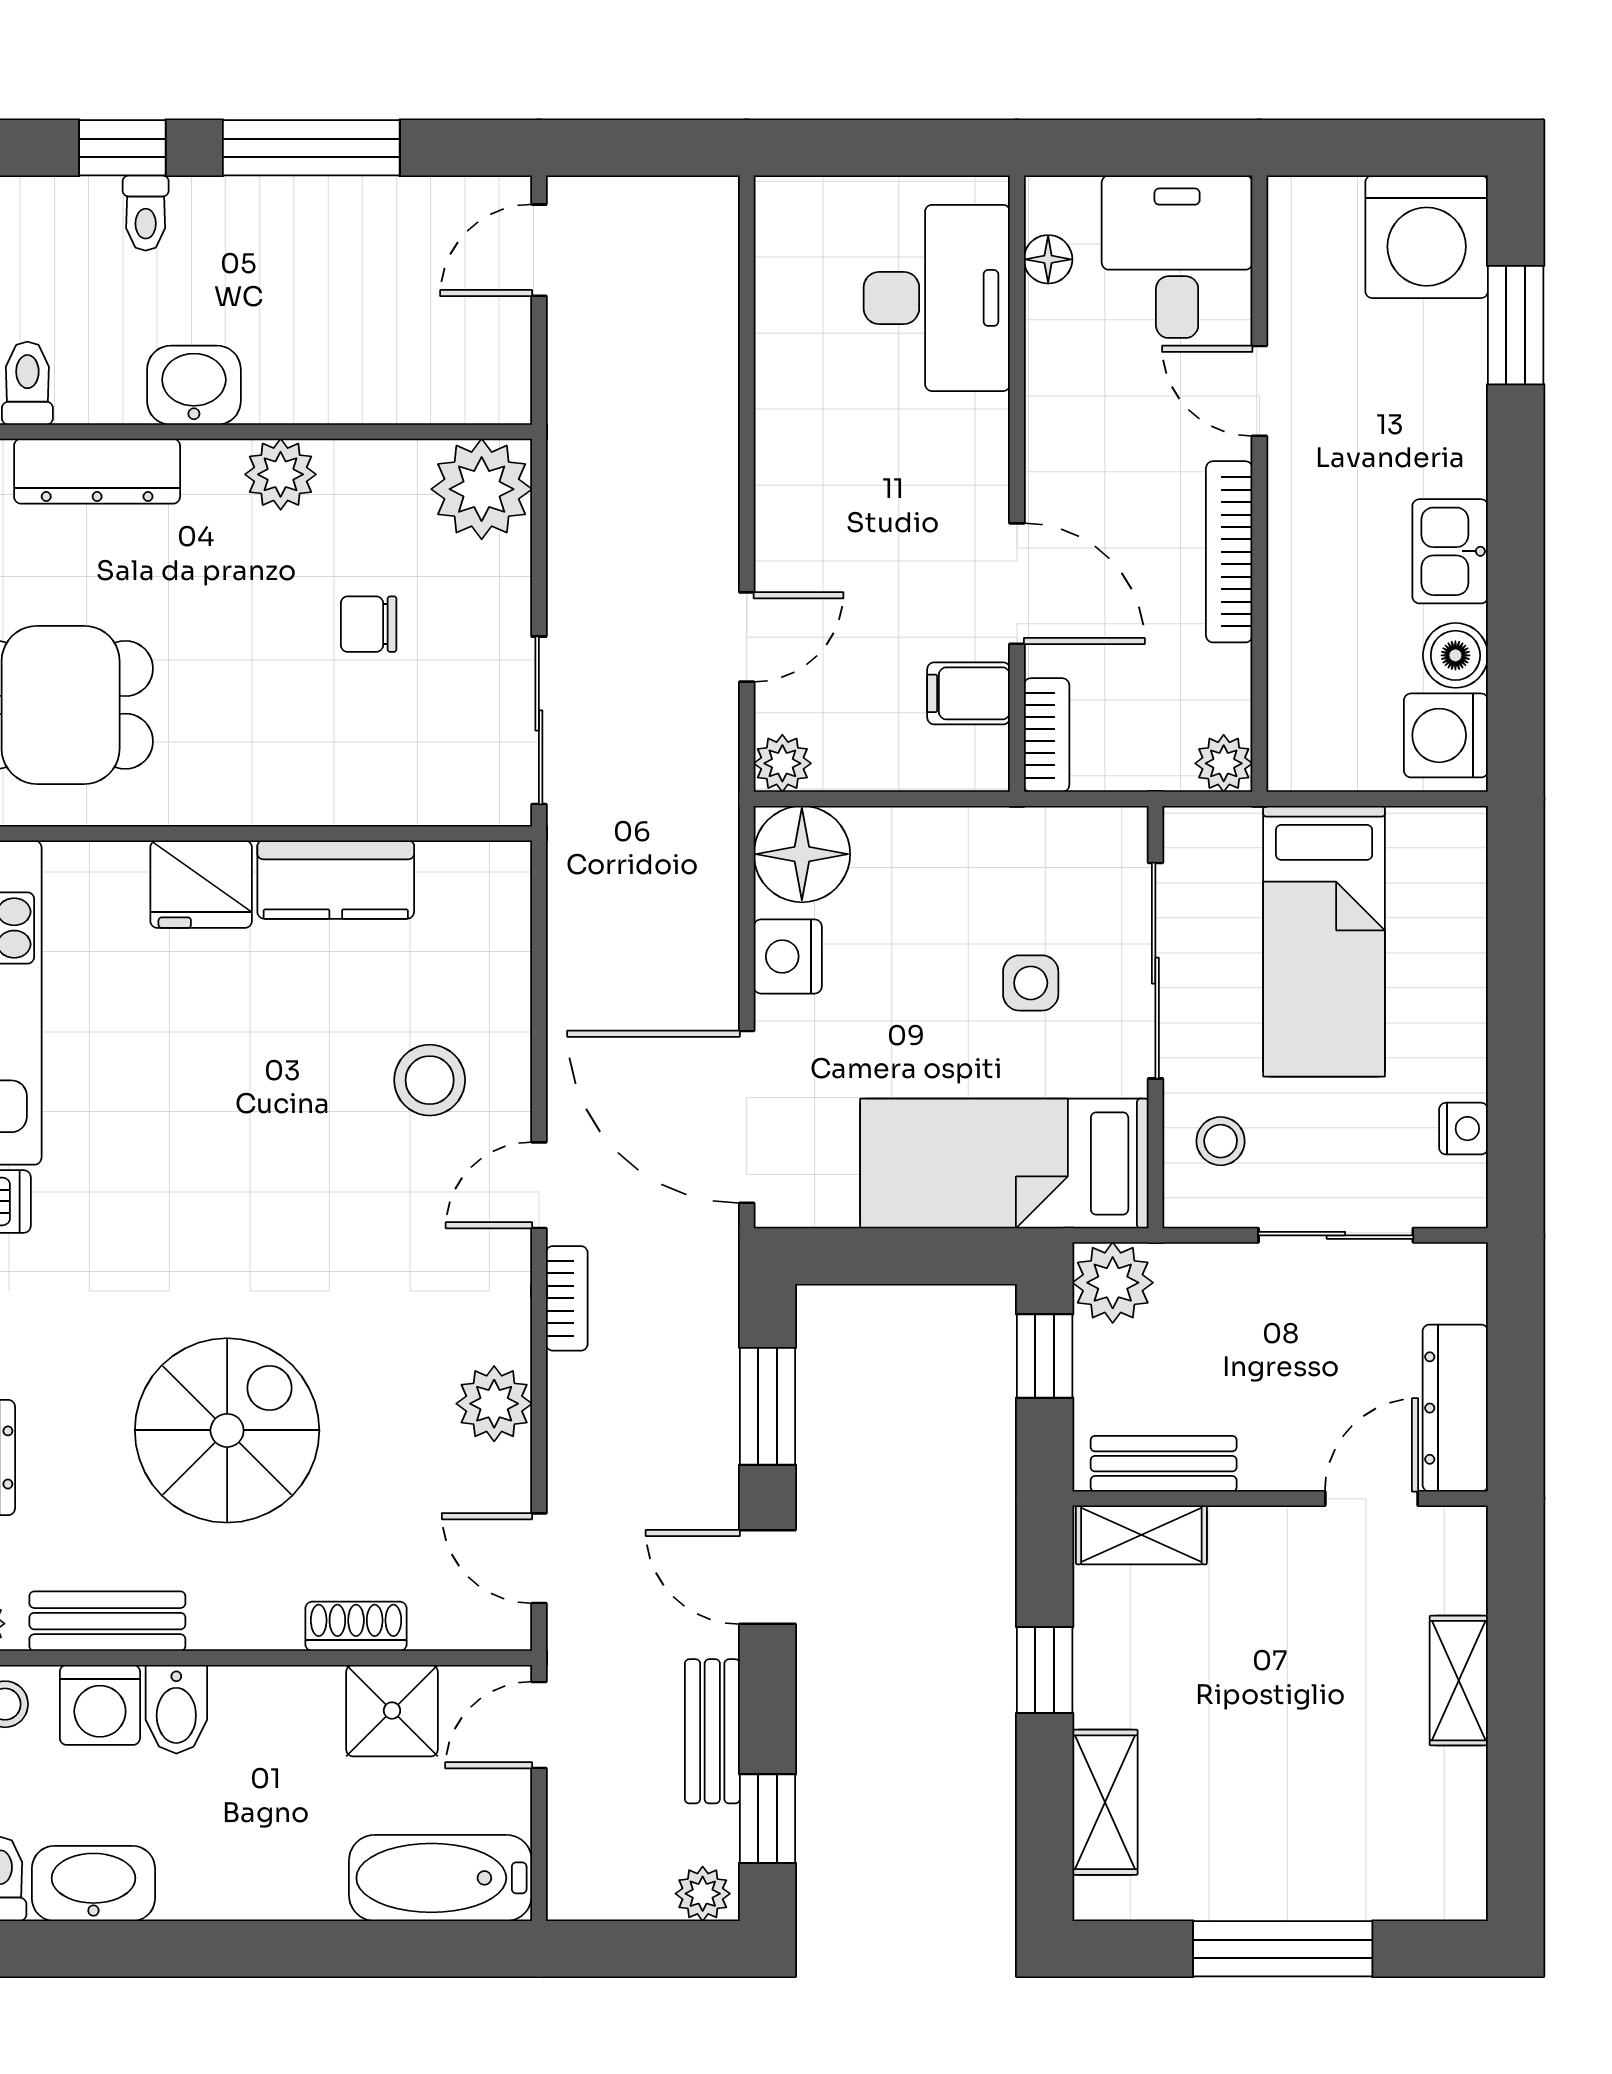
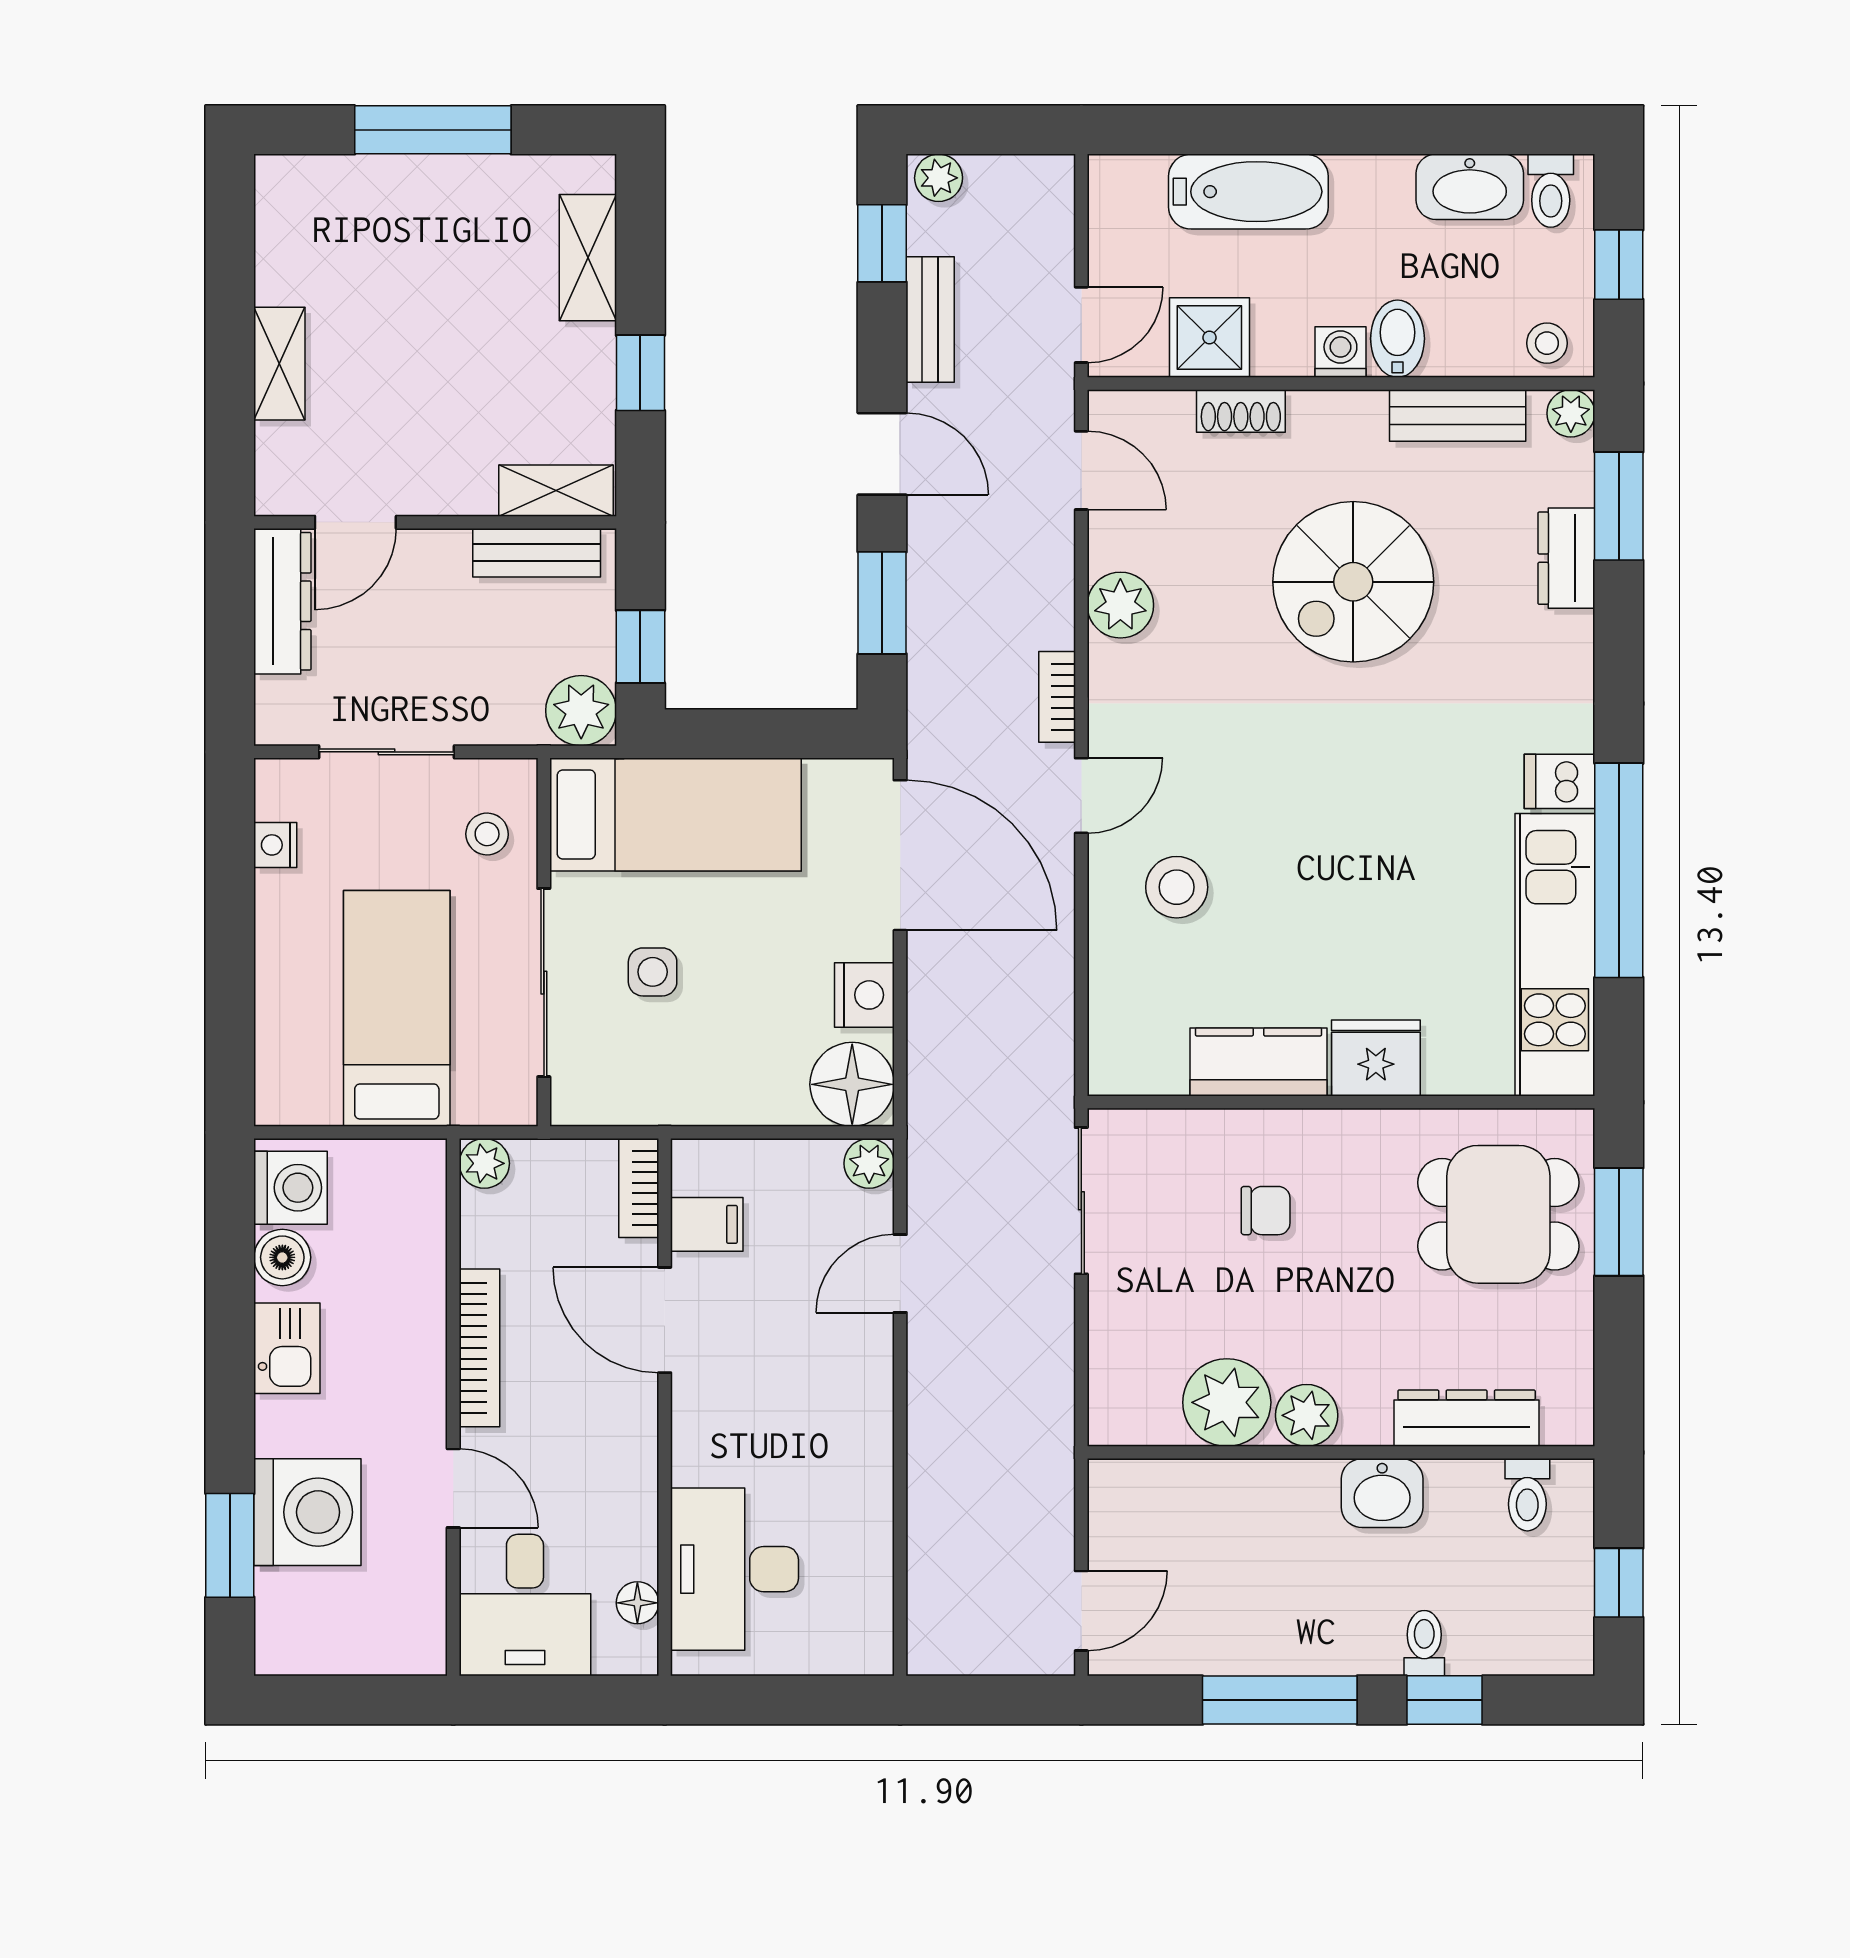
washing machine: (1427, 237) -> (307, 1512), moved, turned 90
plant: (482, 489) -> (1227, 1402), moved
chair: (369, 624) -> (1266, 1211), moved
washing machine: (100, 1705) -> (1340, 352), moved, width x0.73, depth x0.73
bathtub: (440, 1878) -> (1248, 192), moved

